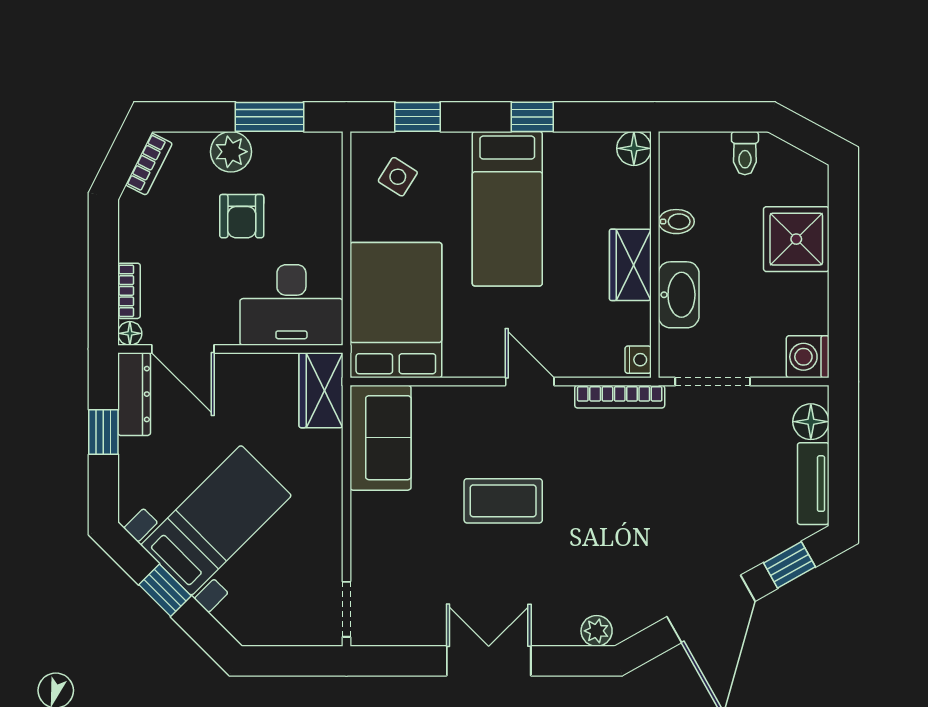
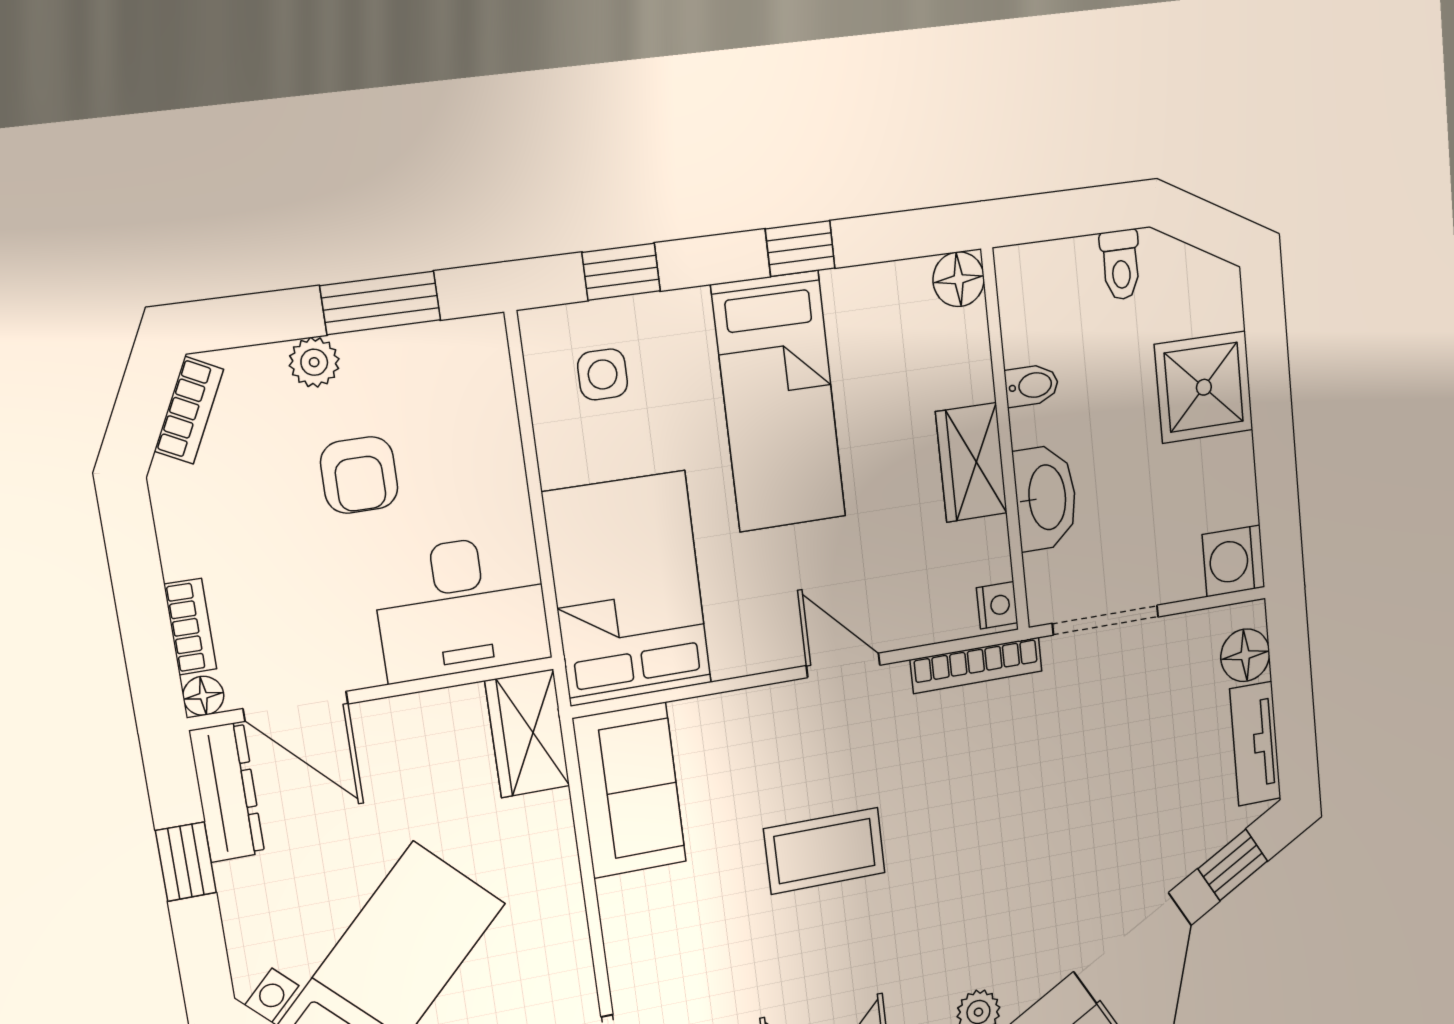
plant: (231, 152) -> (314, 362), width x0.73, depth x0.73
side table: (398, 177) -> (603, 374), turned -32

